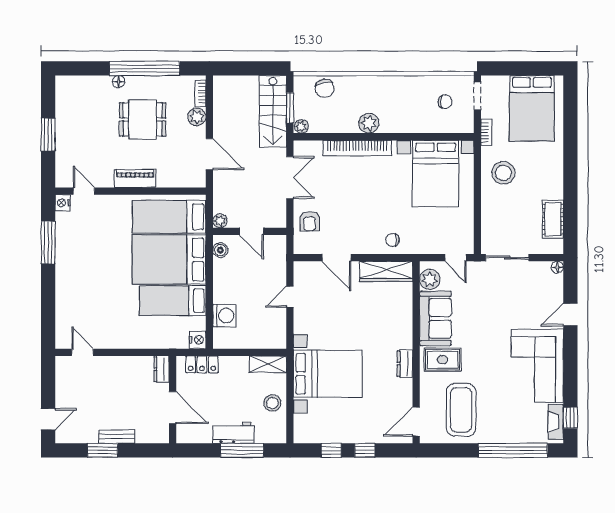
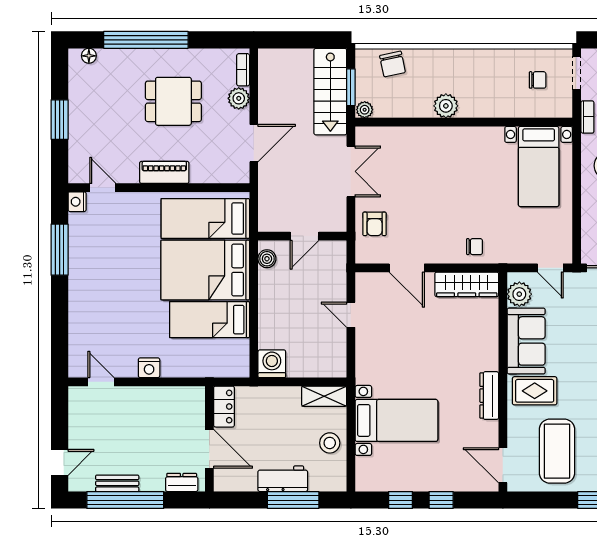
window: (145, 68) -> (146, 40), moved
floor lamp: (118, 82) -> (89, 56), moved
bookcase: (357, 148) -> (432, 136), removed
door: (209, 154) -> (254, 143), hinge flipped
bed with nightstands: (436, 174) -> (539, 167), width x0.73
plant: (220, 221) -> (266, 223), removed
door: (251, 231) -> (304, 236), hinge flipped
chair: (393, 240) -> (475, 247), turned 180
door: (290, 297) -> (351, 315), hinge flipped
washing machine: (224, 316) -> (272, 364), moved, turned -90
nightstand: (198, 340) -> (149, 368), moved, turned 90
locker: (202, 364) -> (224, 407), moved, turned -90
dresser: (405, 364) -> (489, 396), width x1.44
dresser: (161, 369) -> (182, 483), moved, turned 90
bed with nightstands: (328, 374) -> (396, 420), width x0.73
door: (416, 422) -> (503, 465), hinge flipped
bench: (117, 437) -> (117, 483), moved
window: (103, 450) -> (125, 500), width x2.11

